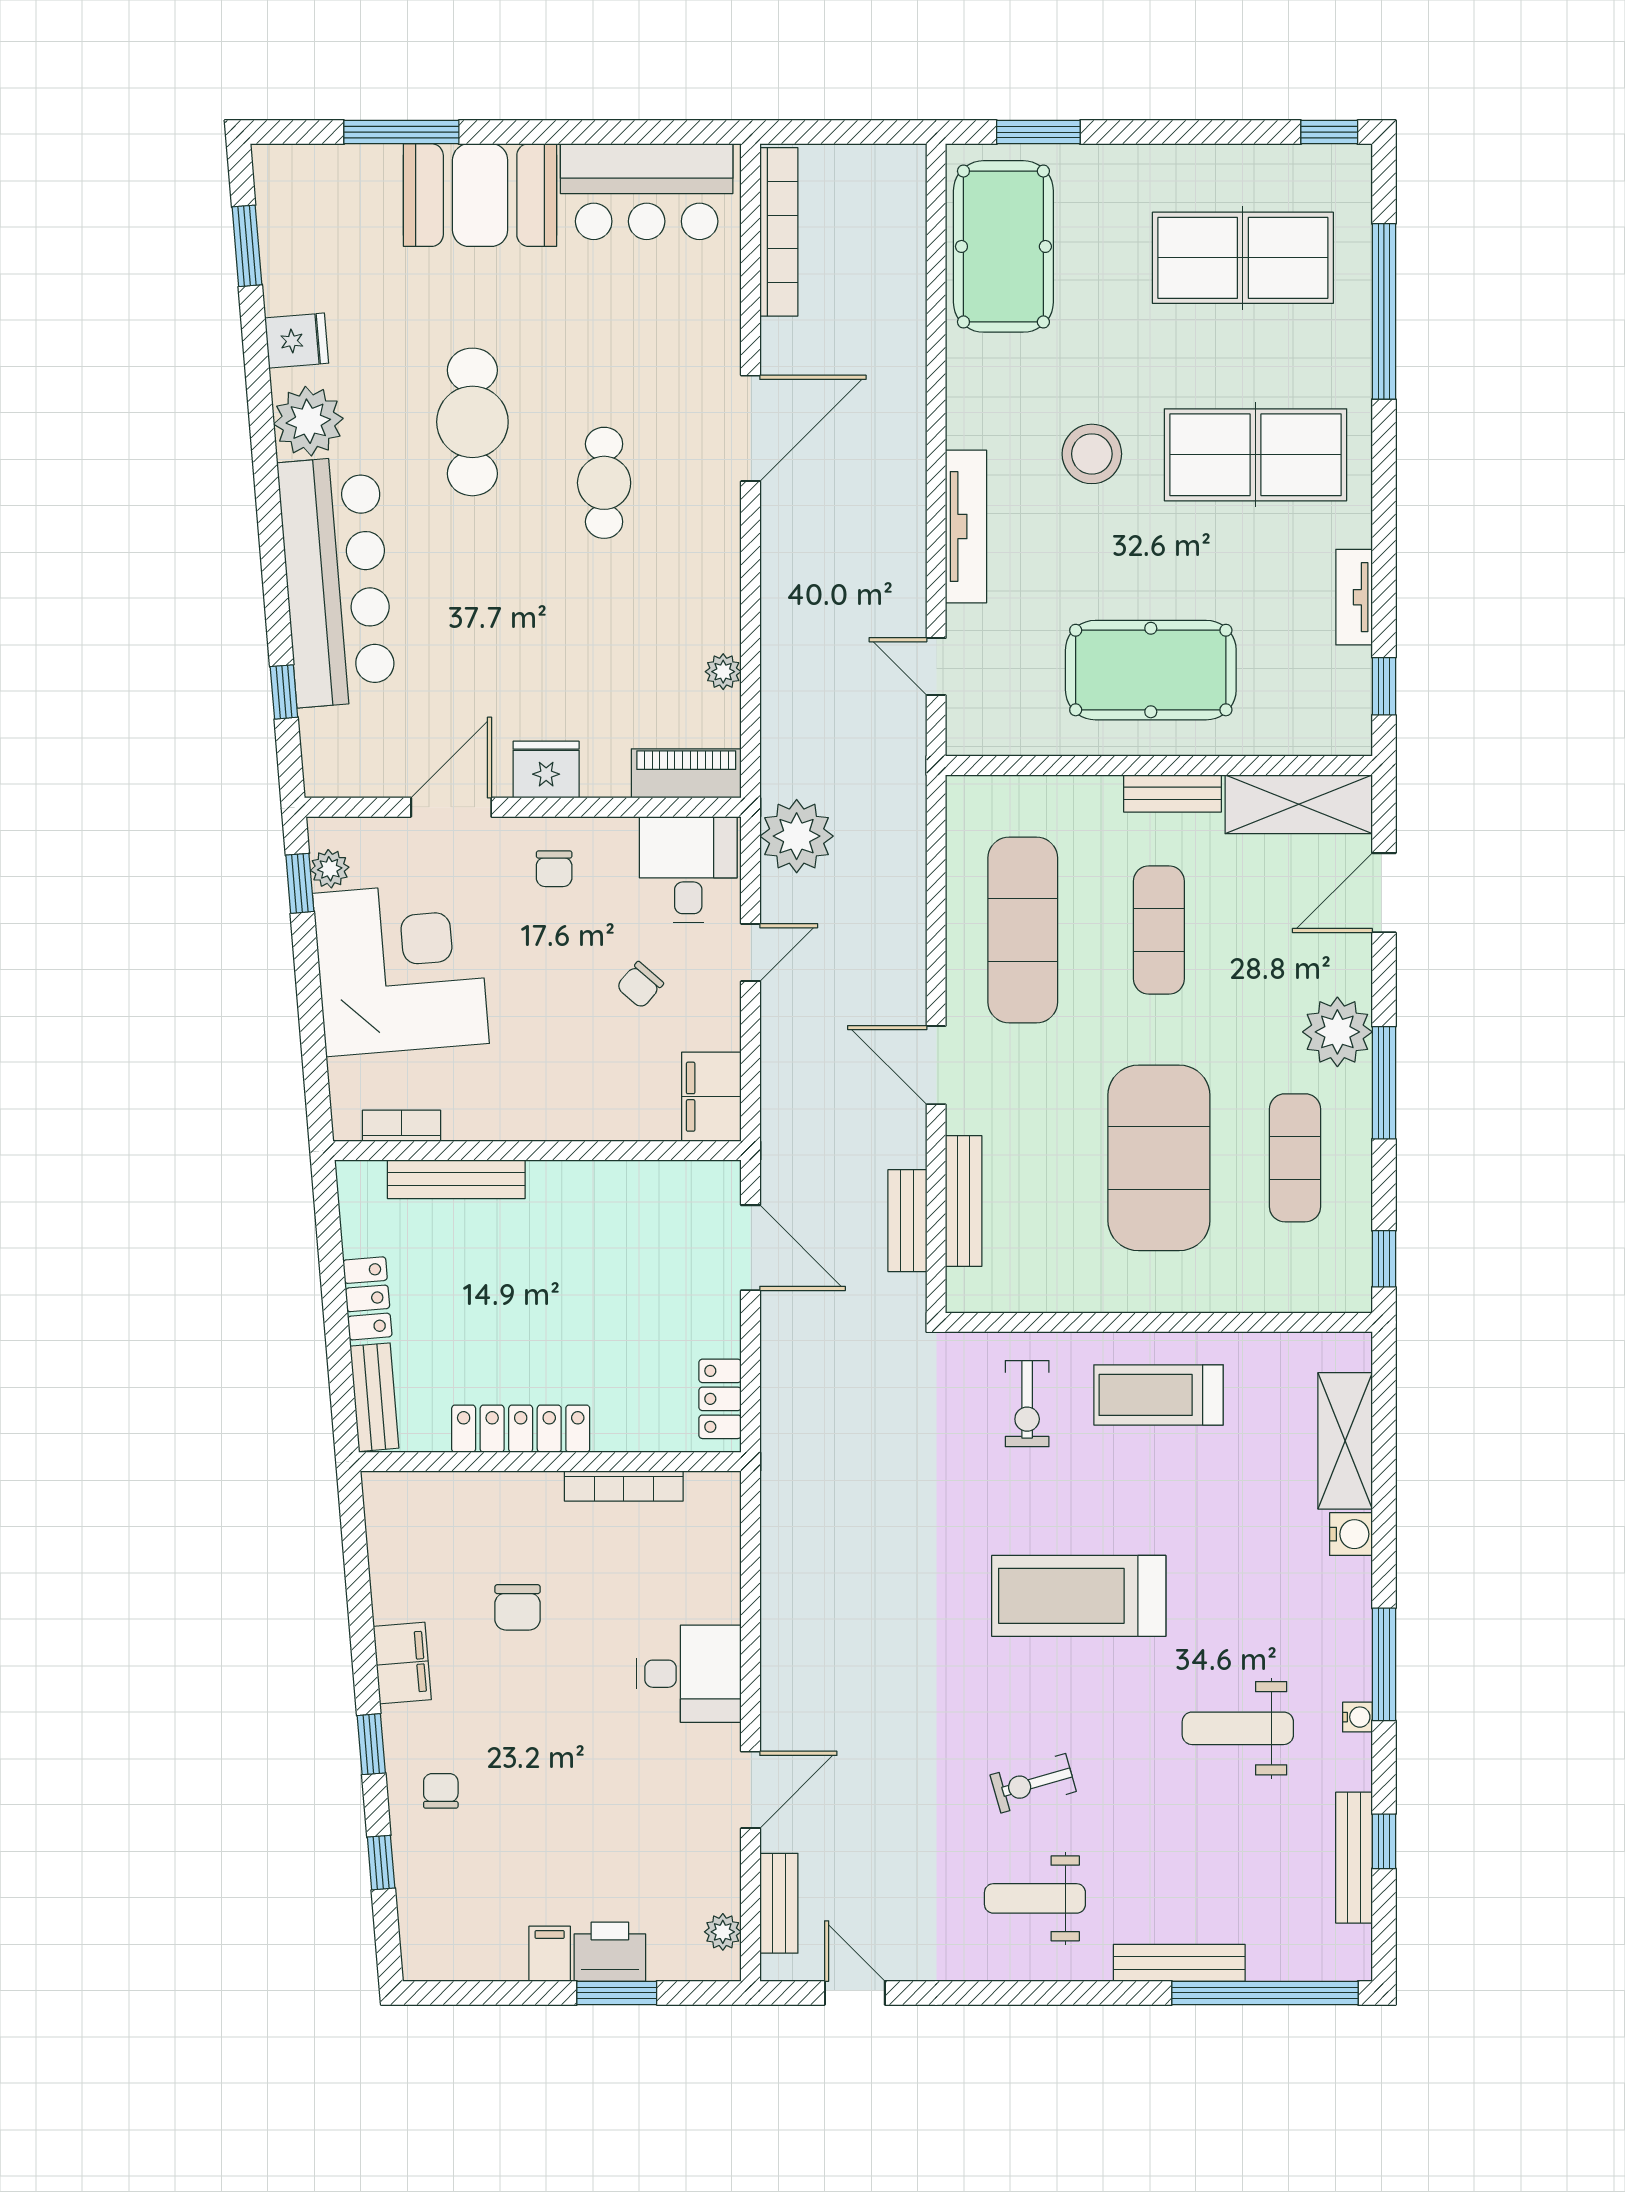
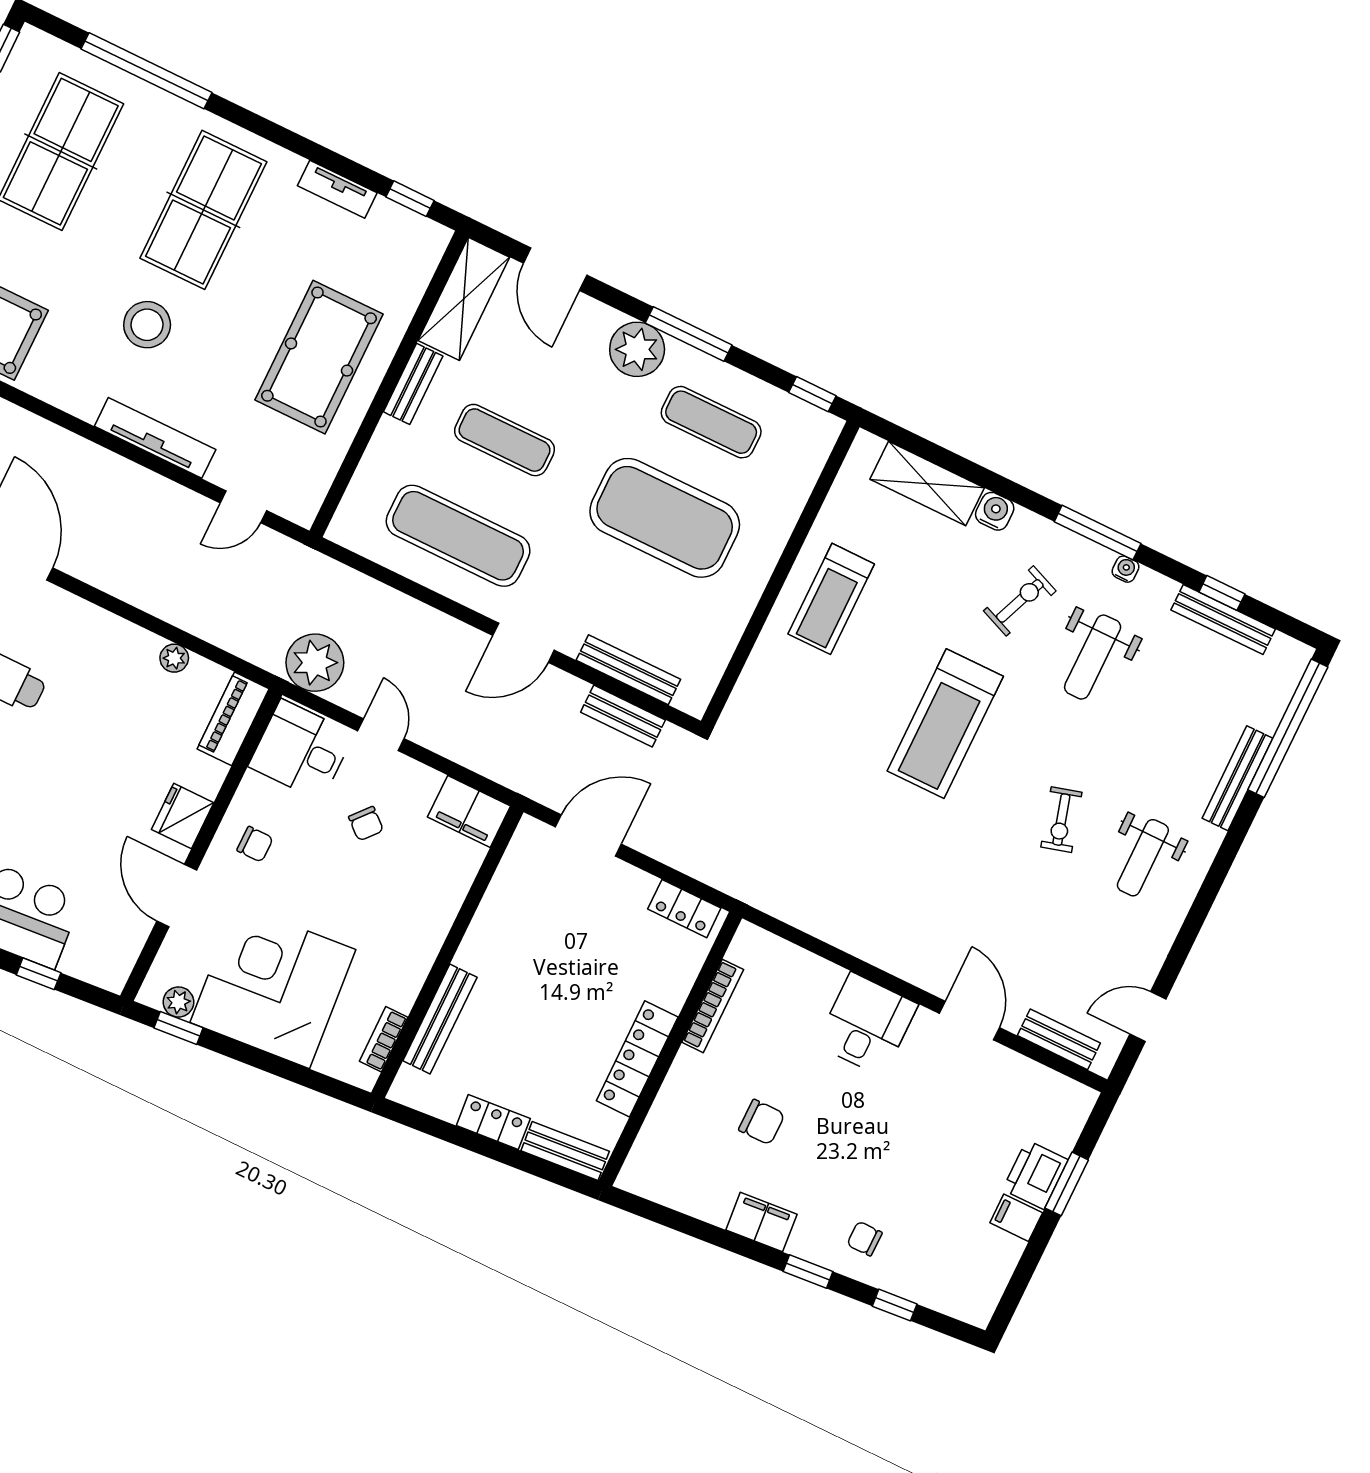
exercise bike: (1027, 1404) -> (1020, 601), moved, turned -68
plant: (723, 1932) -> (1060, 1089), removed

